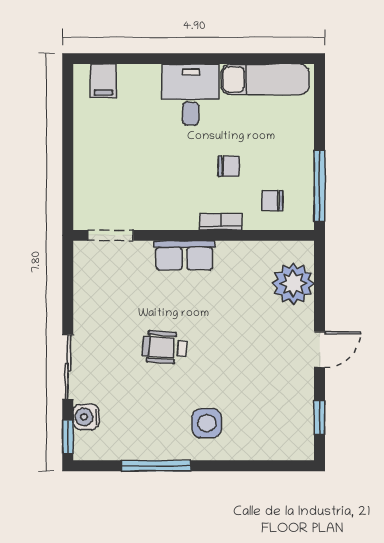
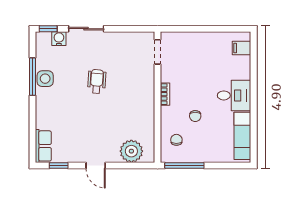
bookcase: (221, 222) -> (165, 94), moved
row of seats: (184, 255) -> (43, 146), moved, turned 180
side table: (207, 423) -> (45, 79), moved

